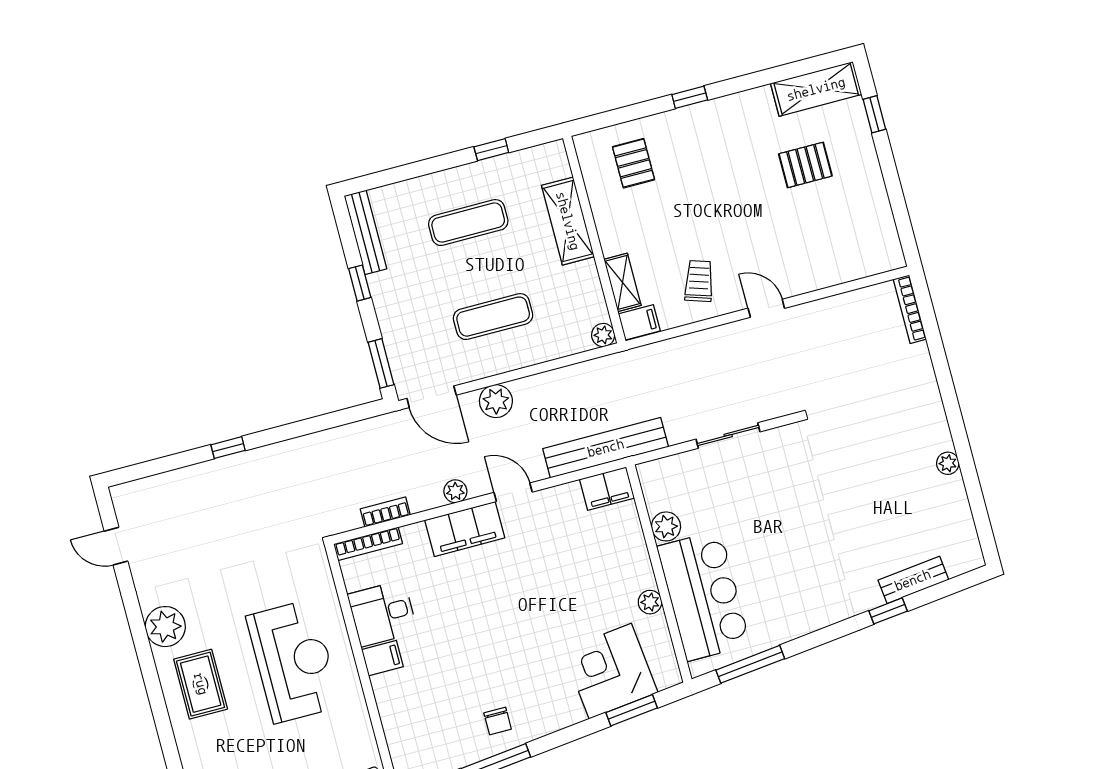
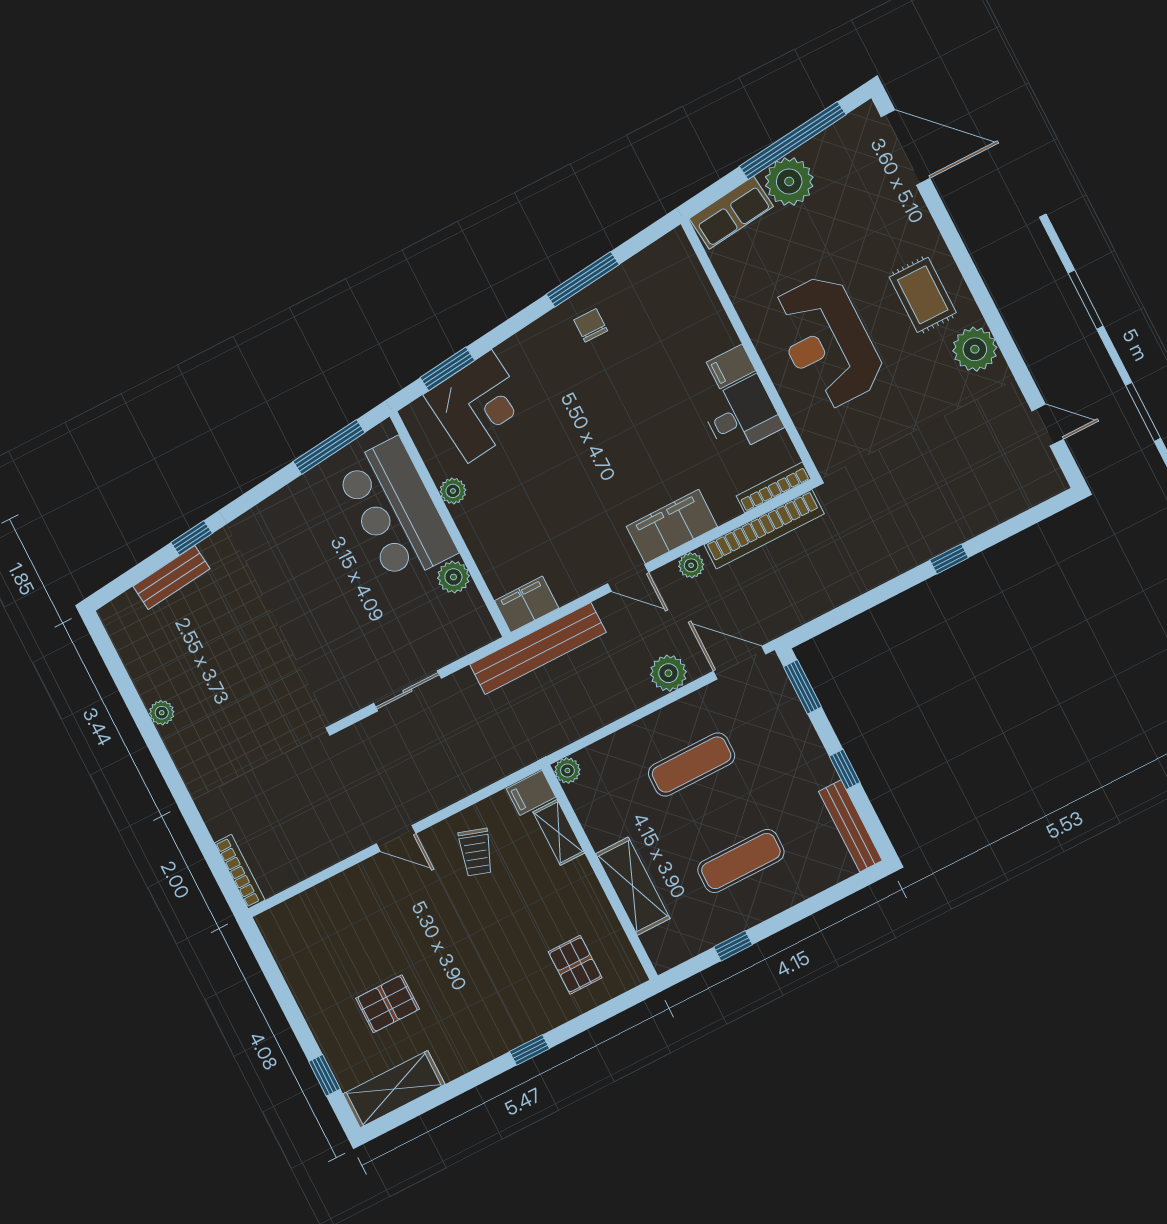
bookcase: (385, 512) -> (764, 529), width x2.31, depth x1.31

